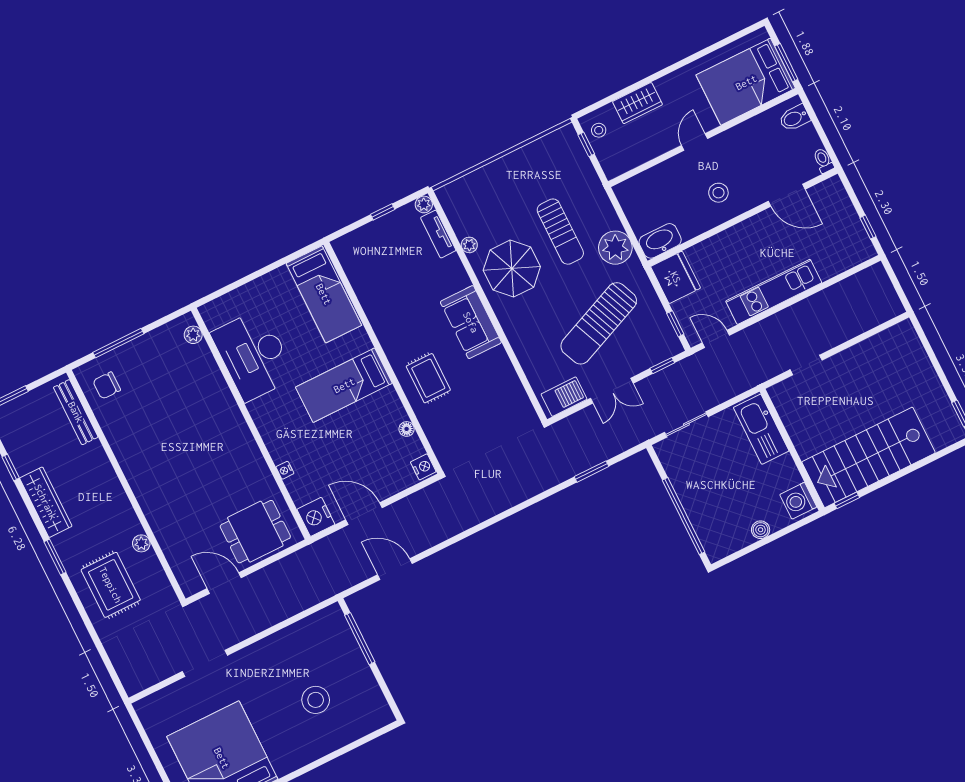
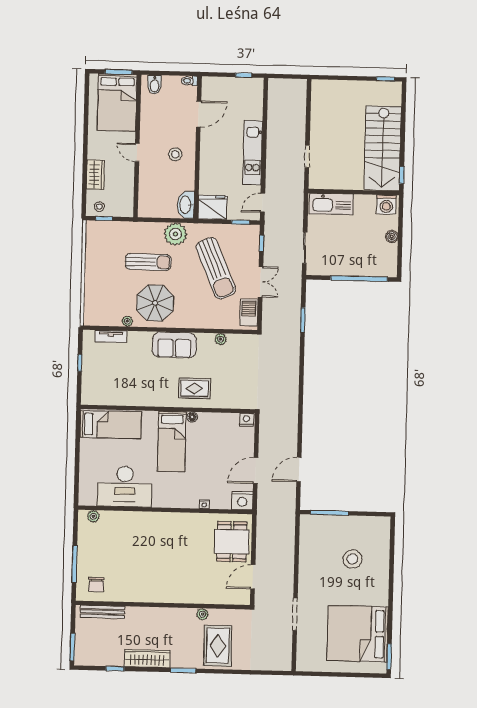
plant: (424, 204) -> (221, 339), moved
floor lamp: (407, 429) -> (192, 417), moved
rug: (111, 585) -> (218, 646), turned 90

